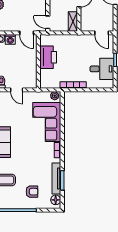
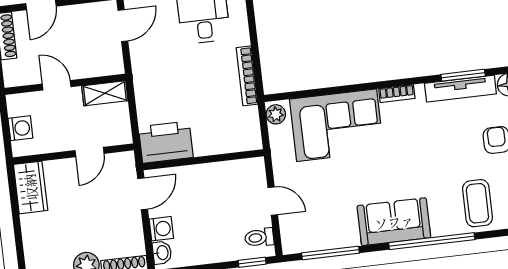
door: (48, 22) -> (90, 152), moved
printer: (48, 57) -> (166, 142), moved
door: (17, 90) -> (273, 201), hinge flipped

